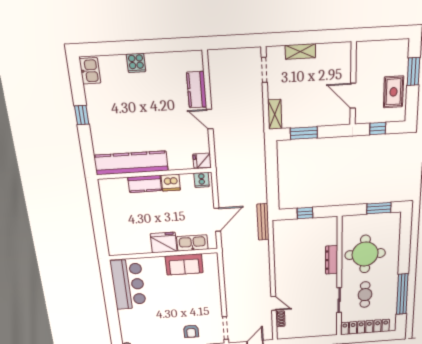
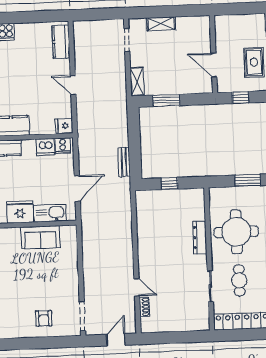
kitchen counter: (197, 90) -> (61, 42), moved
dishwasher: (171, 183) -> (45, 147), moved
bench: (263, 222) -> (124, 162), moved, width x0.73

